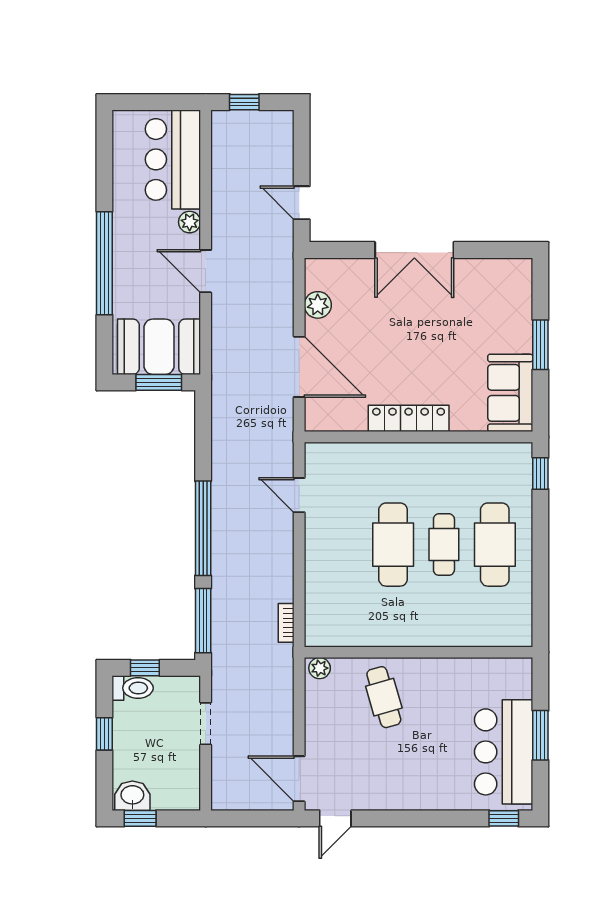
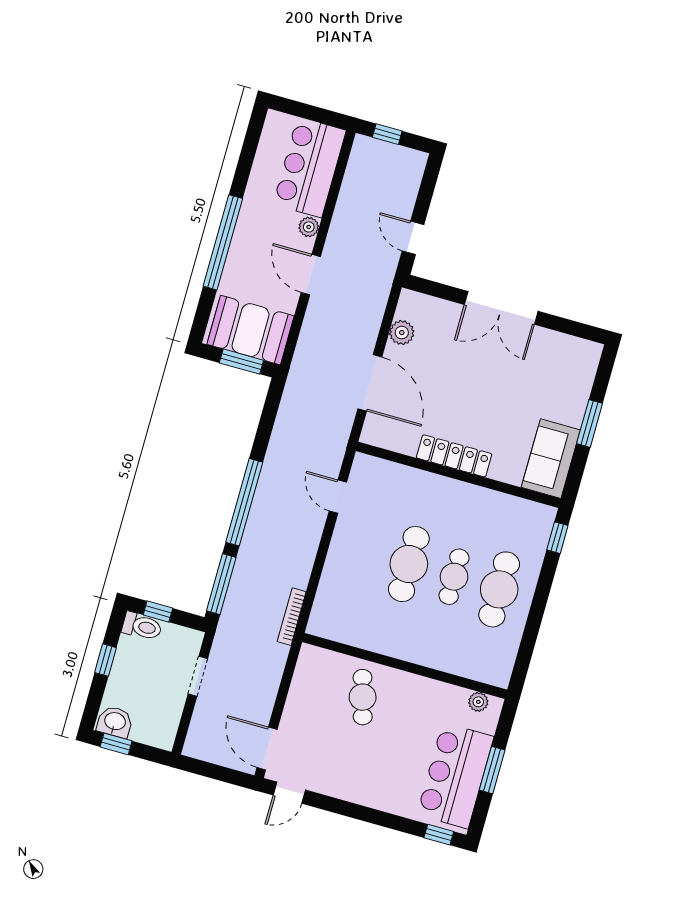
bookcase: (286, 623) -> (292, 617), width x1.56
plant: (320, 668) -> (478, 702), moved

